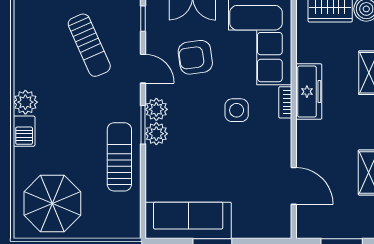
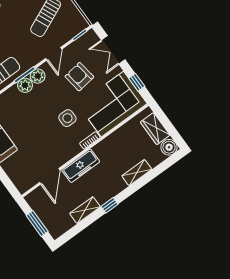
freezer: (309, 92) -> (81, 166), moved

